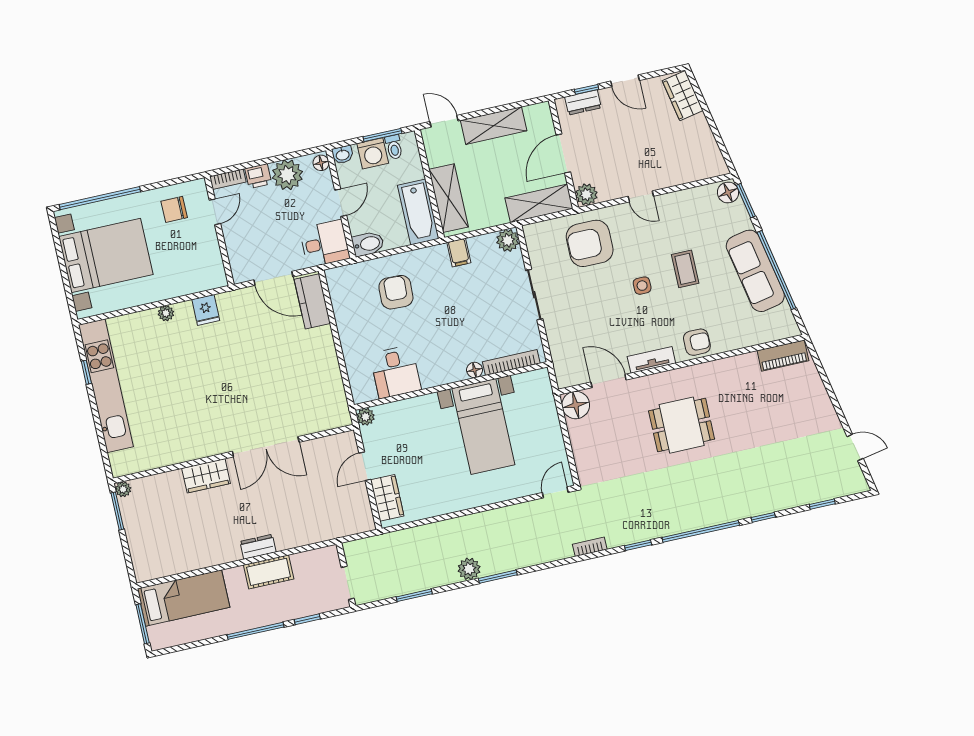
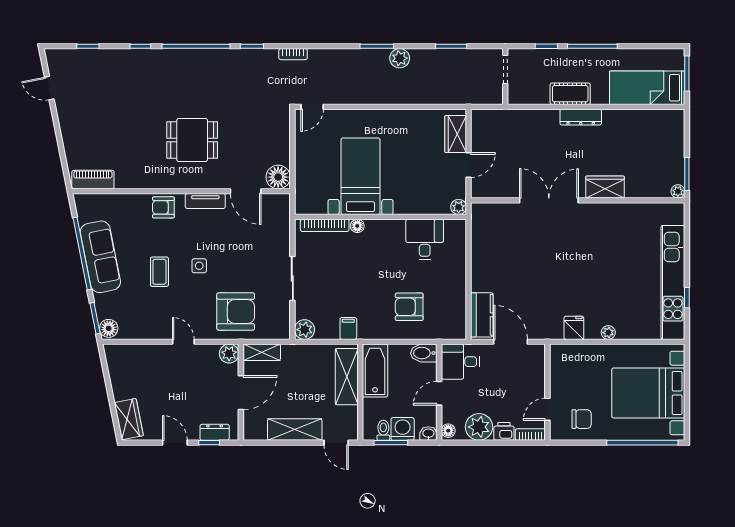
shelving: (539, 203) -> (262, 352), width x0.67, depth x0.75
armchair: (396, 292) -> (409, 307), turned 88
dresser: (258, 547) -> (581, 117), width x1.44

